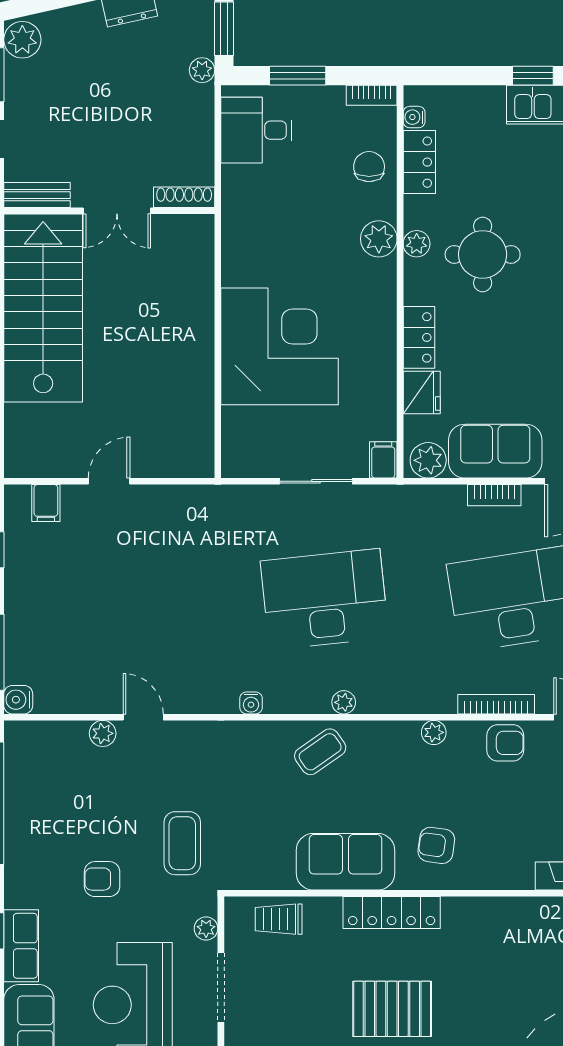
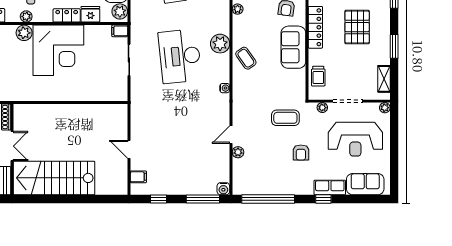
corner desk: (279, 346) -> (58, 50), moved, turned 180
plant: (344, 702) -> (220, 44), width x1.88, depth x1.88

